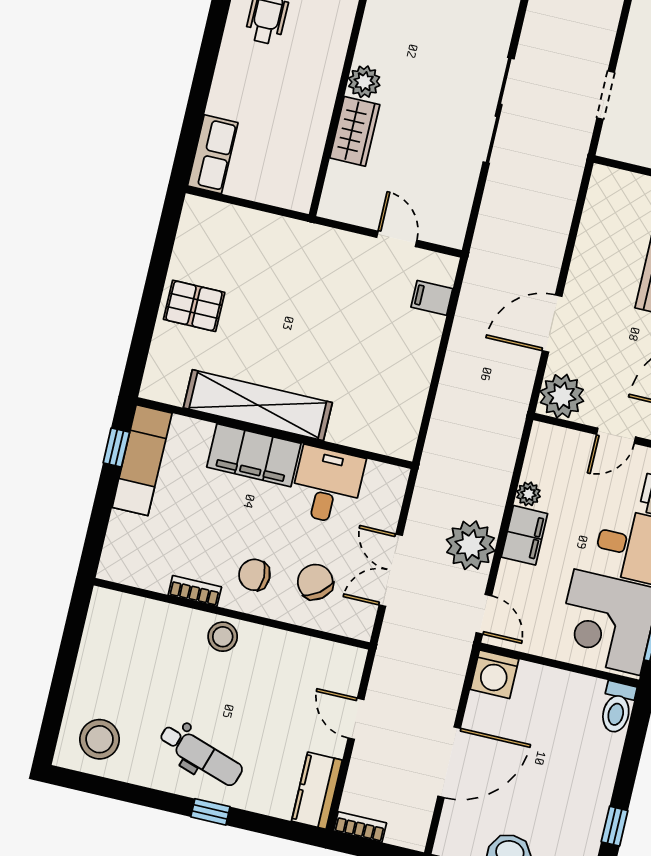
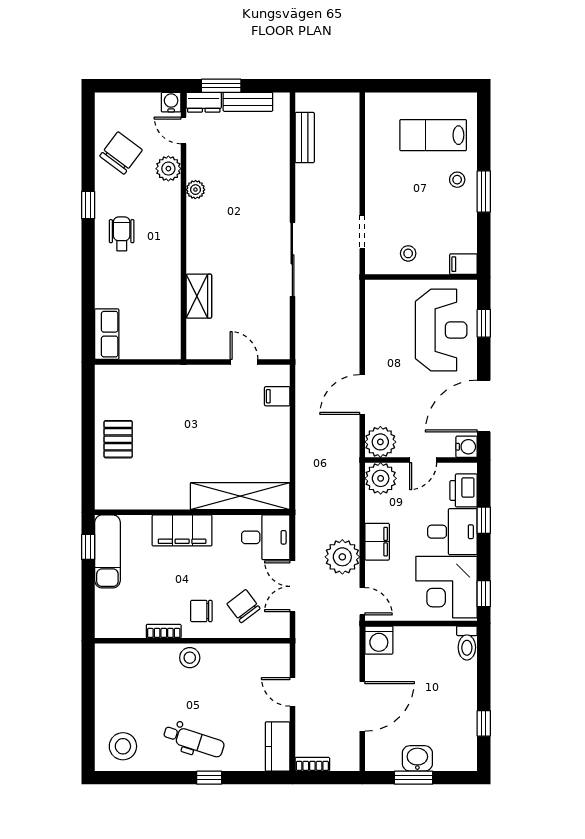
plant: (364, 82) -> (197, 261), removed
pallet: (194, 306) -> (118, 439), turned 90
shelving: (258, 405) -> (240, 496), moved
desk: (327, 485) -> (266, 537), moved, turned 90
plant: (528, 494) -> (381, 478), moved, width x1.87, depth x1.87

